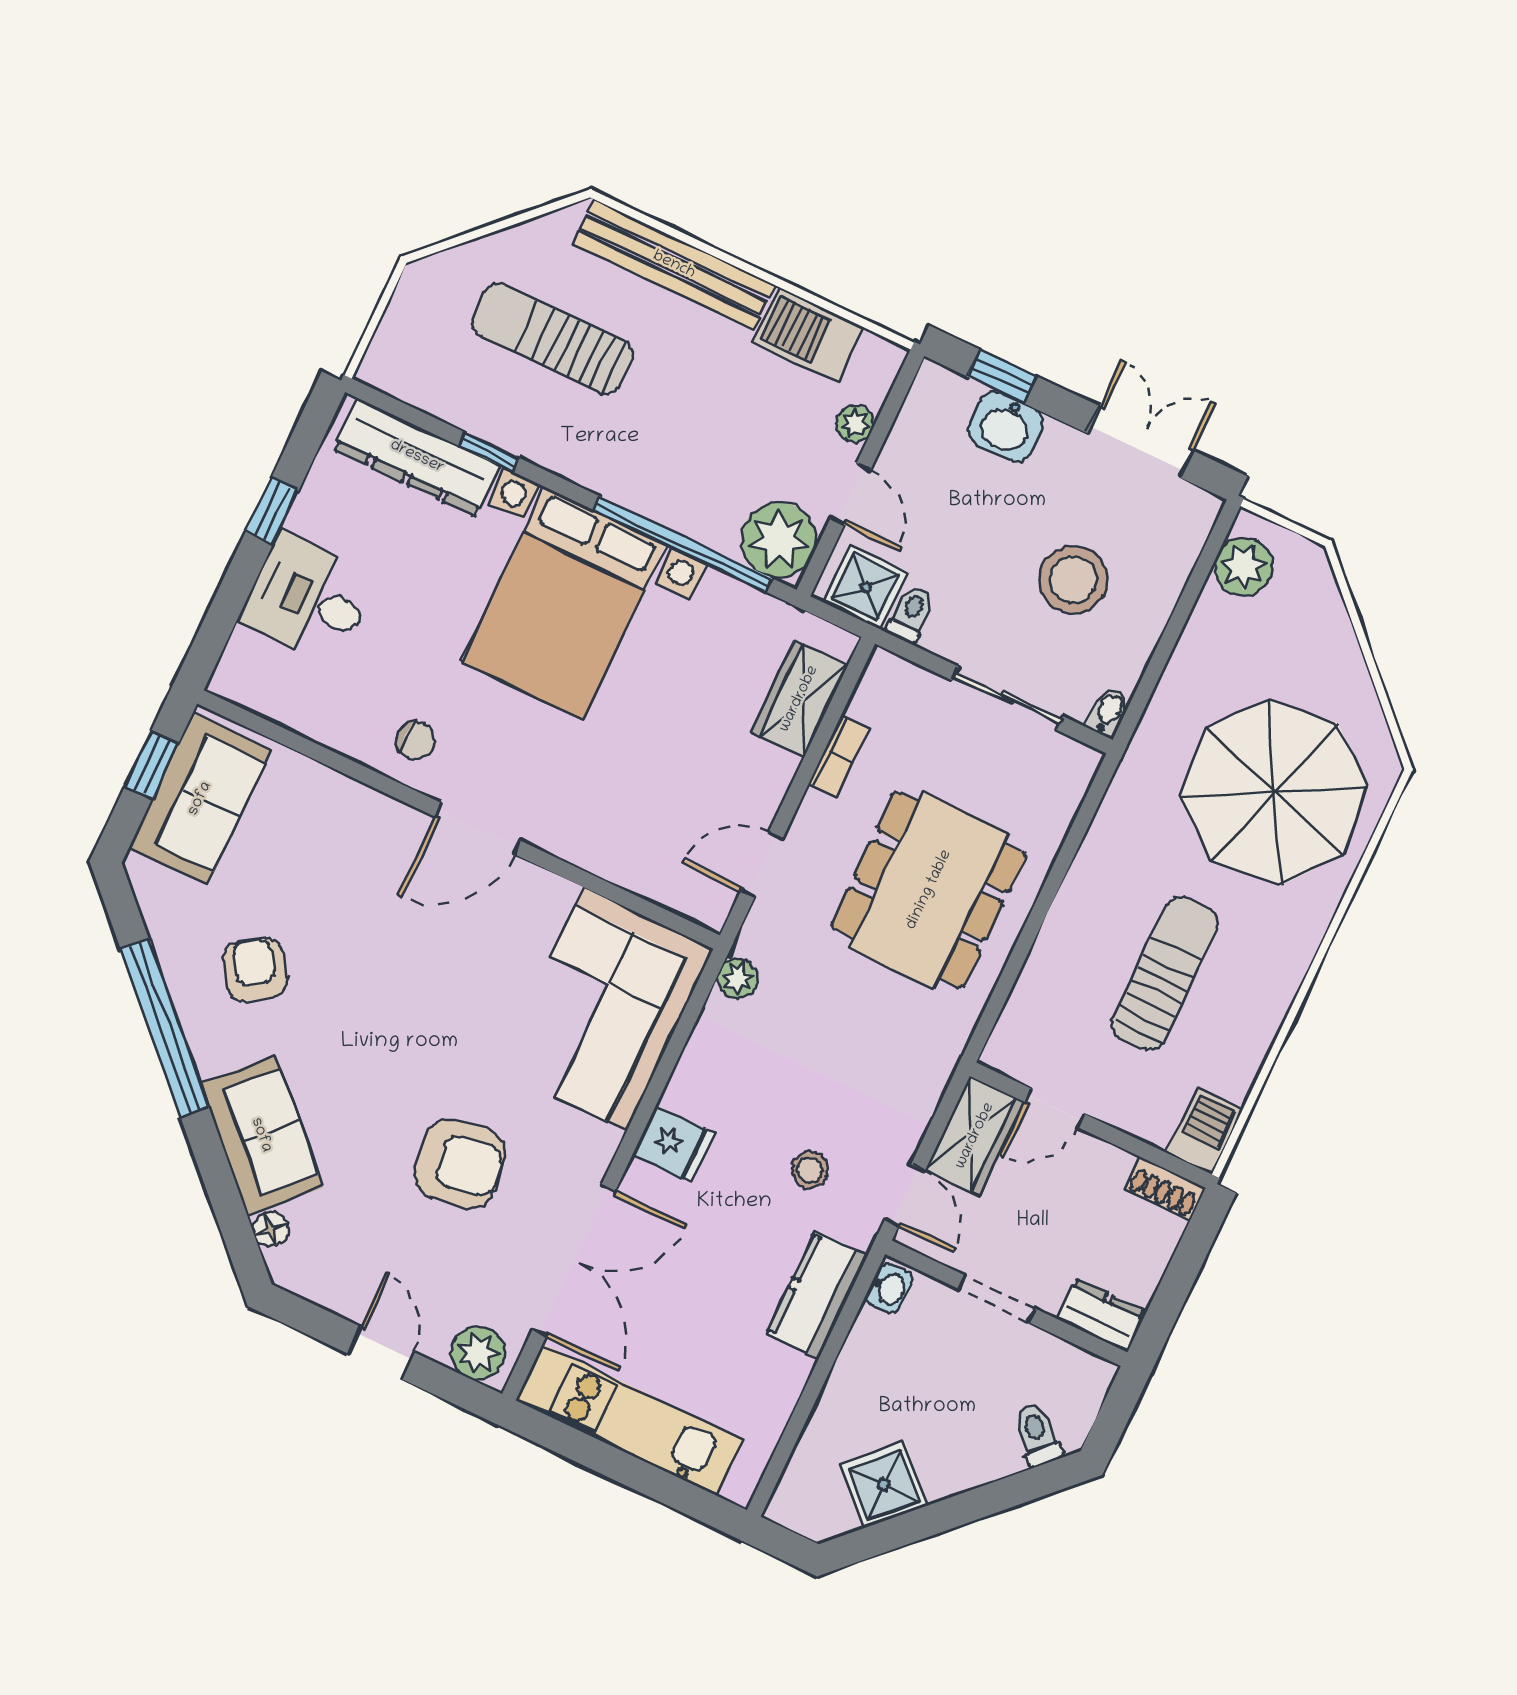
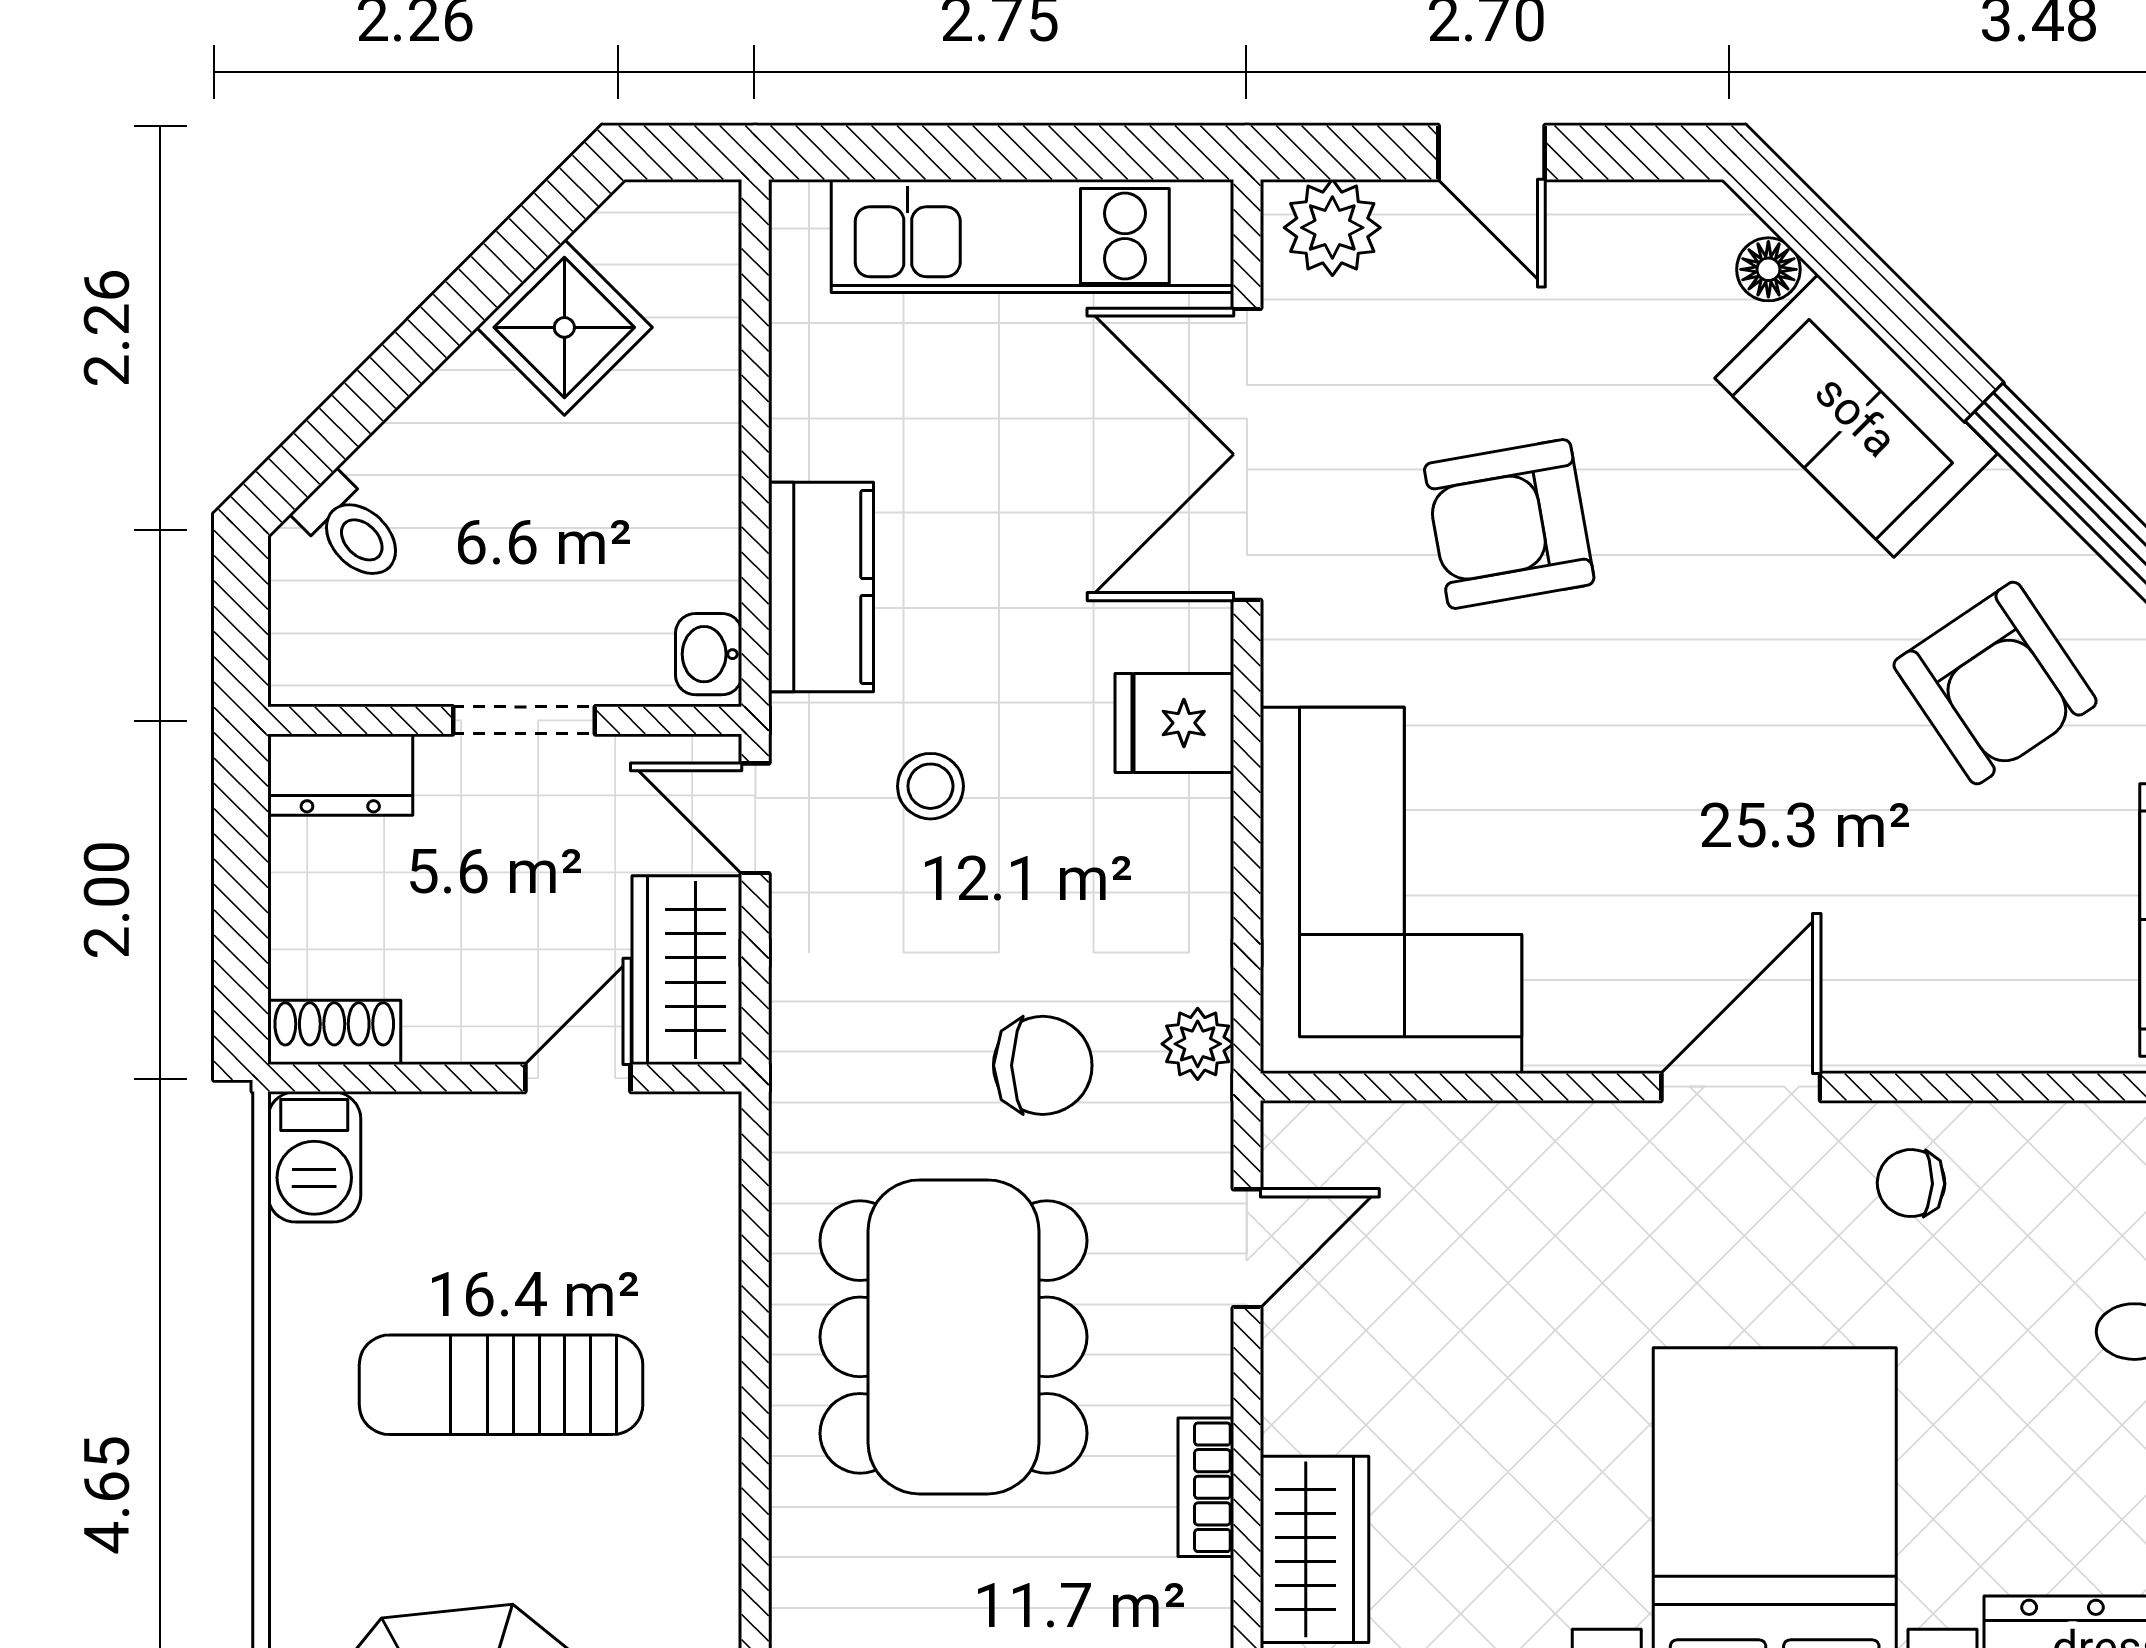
armchair: (255, 970) -> (1995, 683), width x1.38, depth x1.38
sun lounger: (1165, 973) -> (501, 1385), turned 90
chair: (820, 1004) -> (1043, 1065), added

